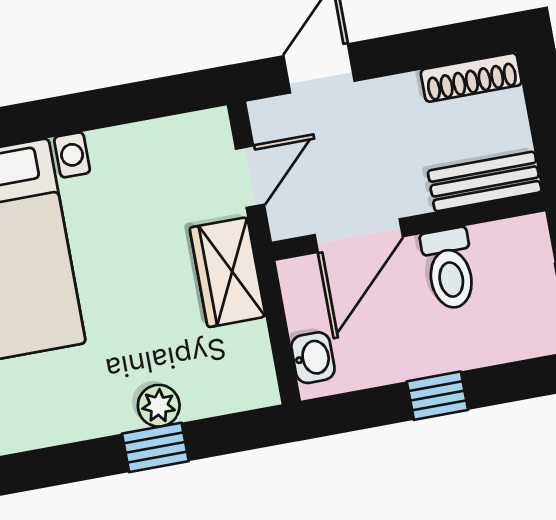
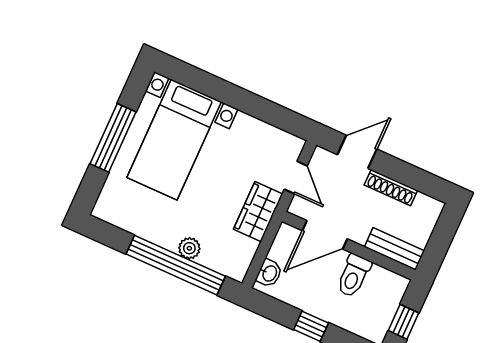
shoe rack: (471, 77) -> (391, 188), moved
door: (250, 177) -> (296, 178), hinge flipped
window: (155, 447) -> (176, 265), width x3.17

